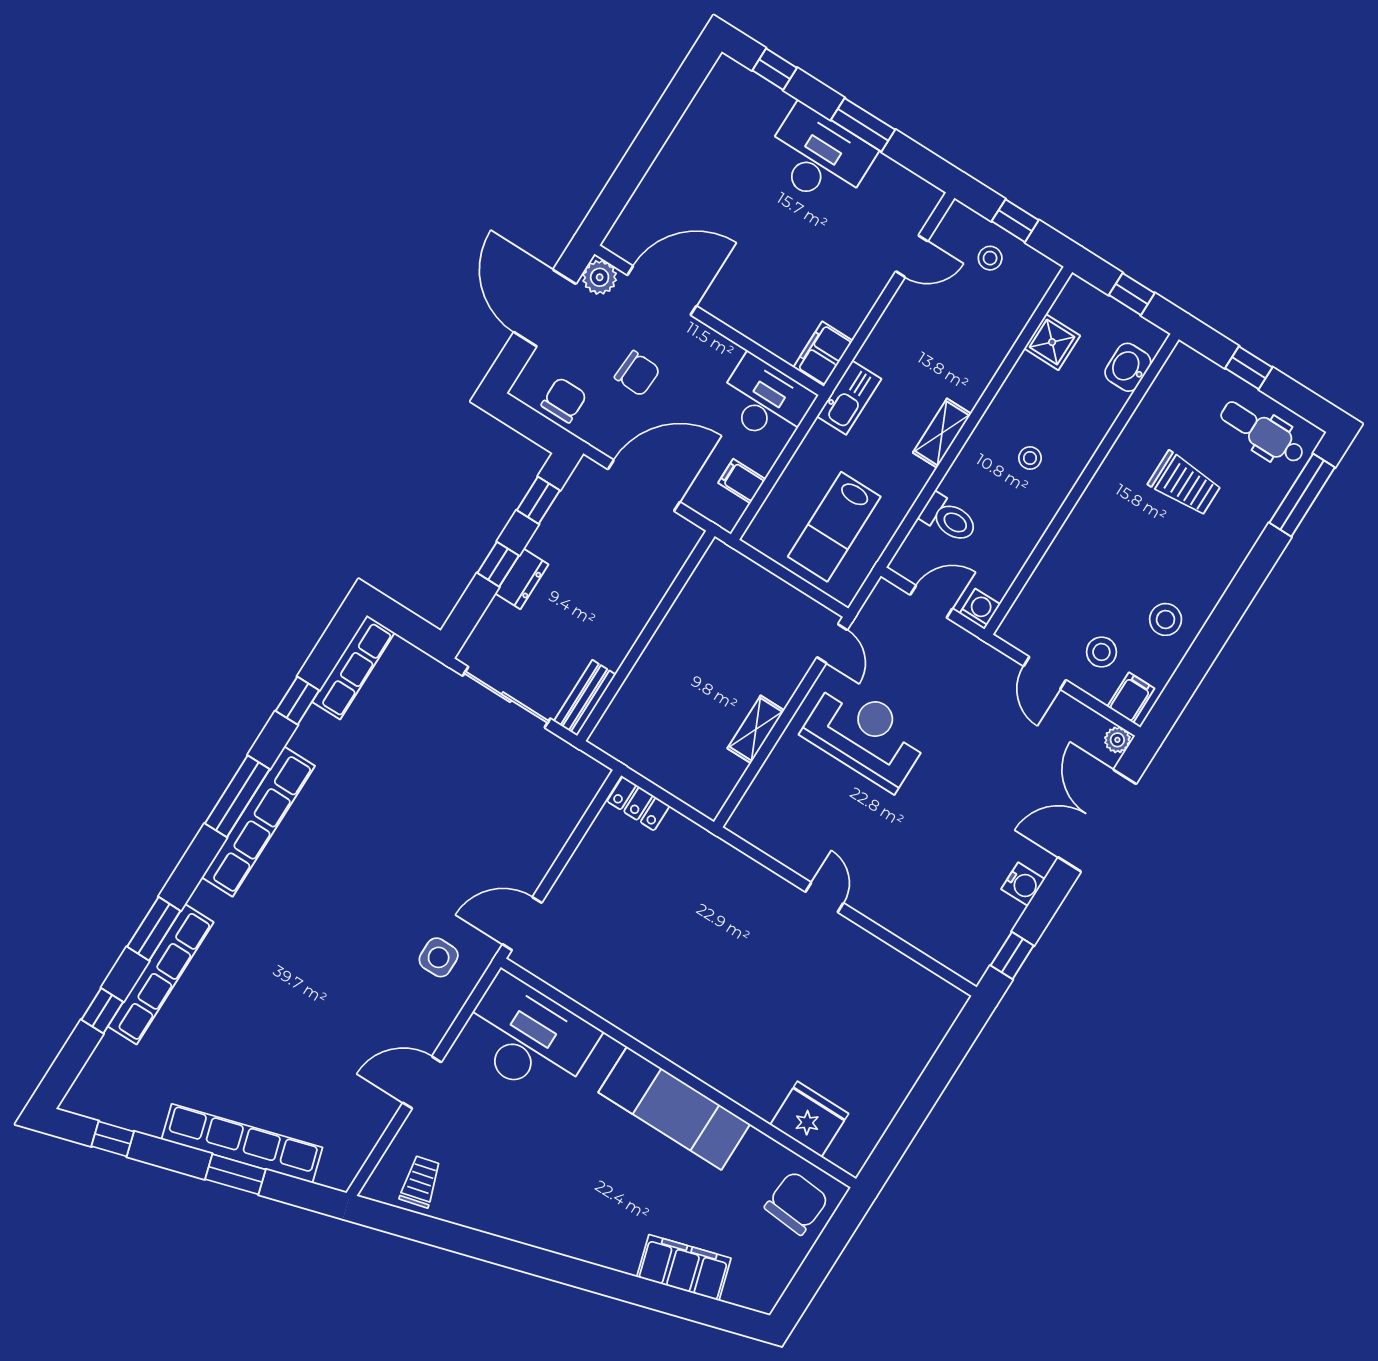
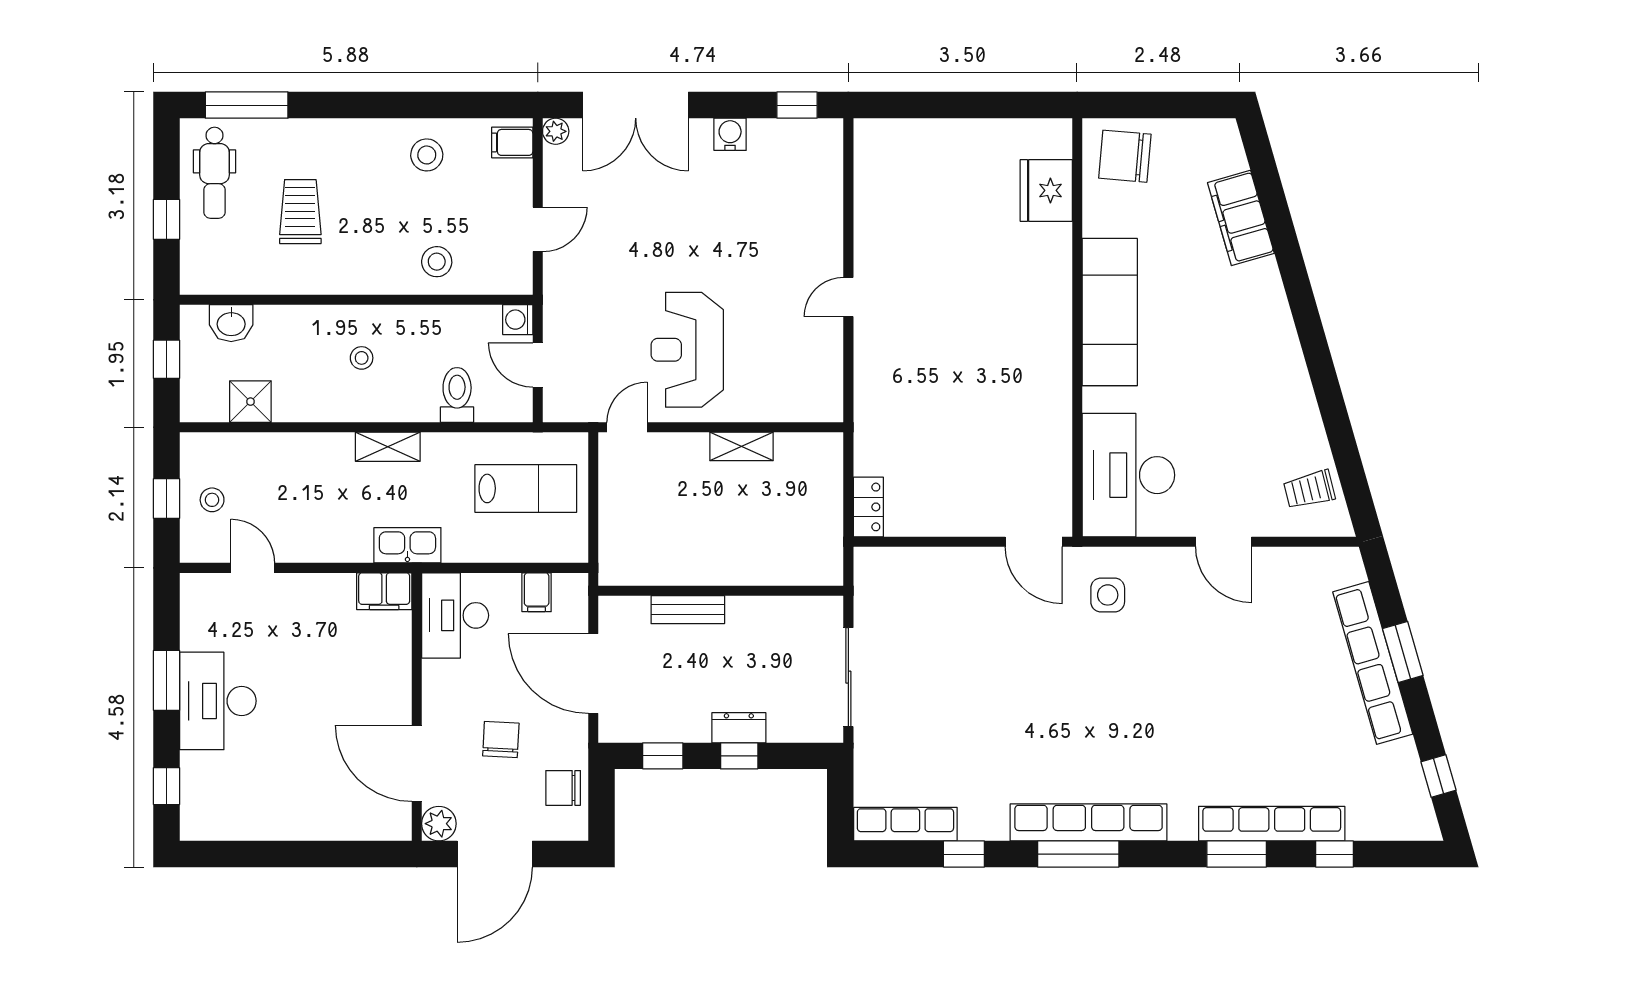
stool: (1101, 652) -> (437, 262), moved
bench: (585, 698) -> (688, 610), moved

